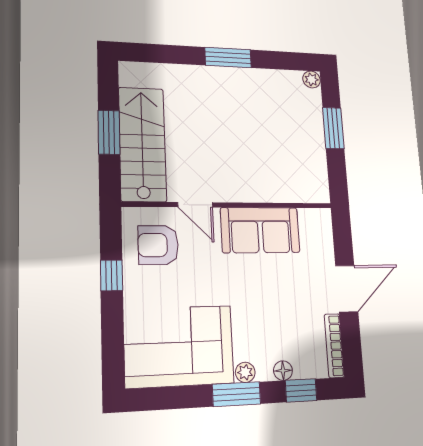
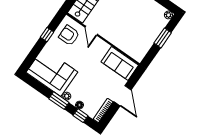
sofa: (260, 230) -> (120, 63), moved
door: (347, 289) -> (122, 96), hinge flipped

